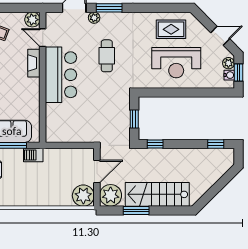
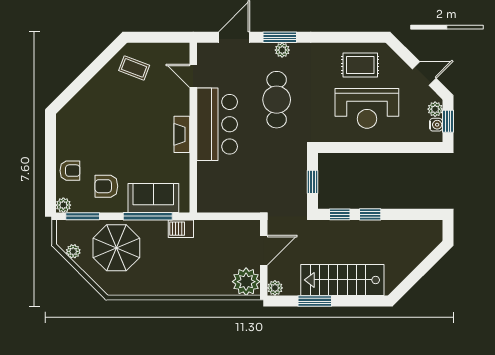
plant: (94, 18) -> (282, 50), moved
plant: (32, 20) -> (180, 52), removed
cafe table: (107, 56) -> (277, 100), width x1.37, depth x1.35
fireplace: (34, 63) -> (182, 134), moved
window: (216, 144) -> (370, 214), moved
plant: (111, 195) -> (275, 288), width x0.53, depth x0.53

